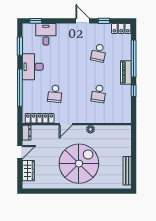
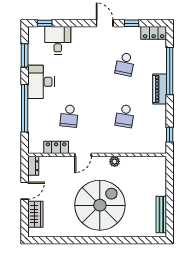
window: (134, 91) -> (170, 135), moved
locker: (40, 118) -> (56, 147), width x0.66

